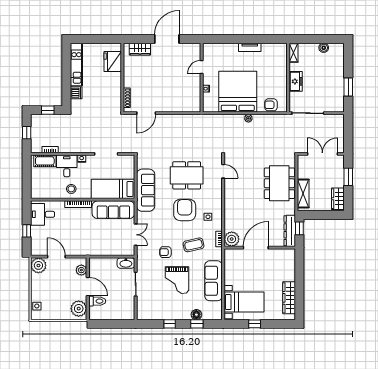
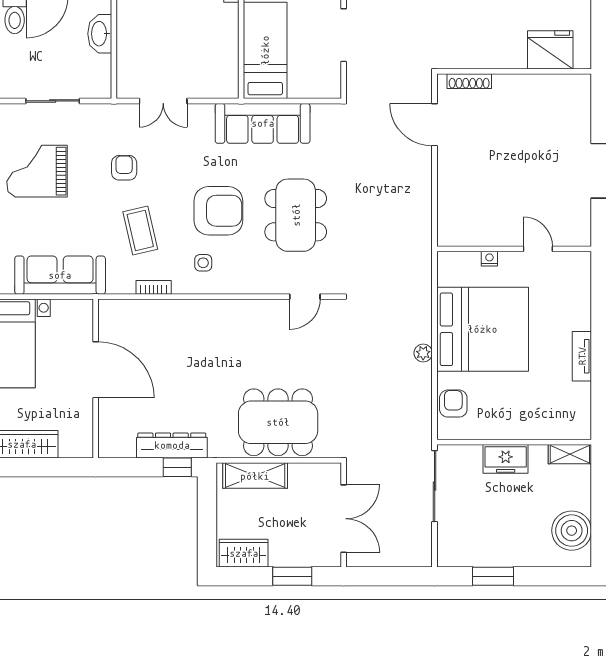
boiler: (324, 48) -> (572, 531), width x1.86, depth x1.86
wardrobe: (140, 49) -> (578, 111), removed
sofa: (113, 210) -> (219, 51), removed
plant: (232, 239) -> (153, 316), removed
door: (256, 248) -> (96, 370), moved
wall: (260, 248) -> (96, 378), moved
washbasin: (126, 263) -> (100, 34), moved
grand piano: (177, 280) -> (37, 171), moved

